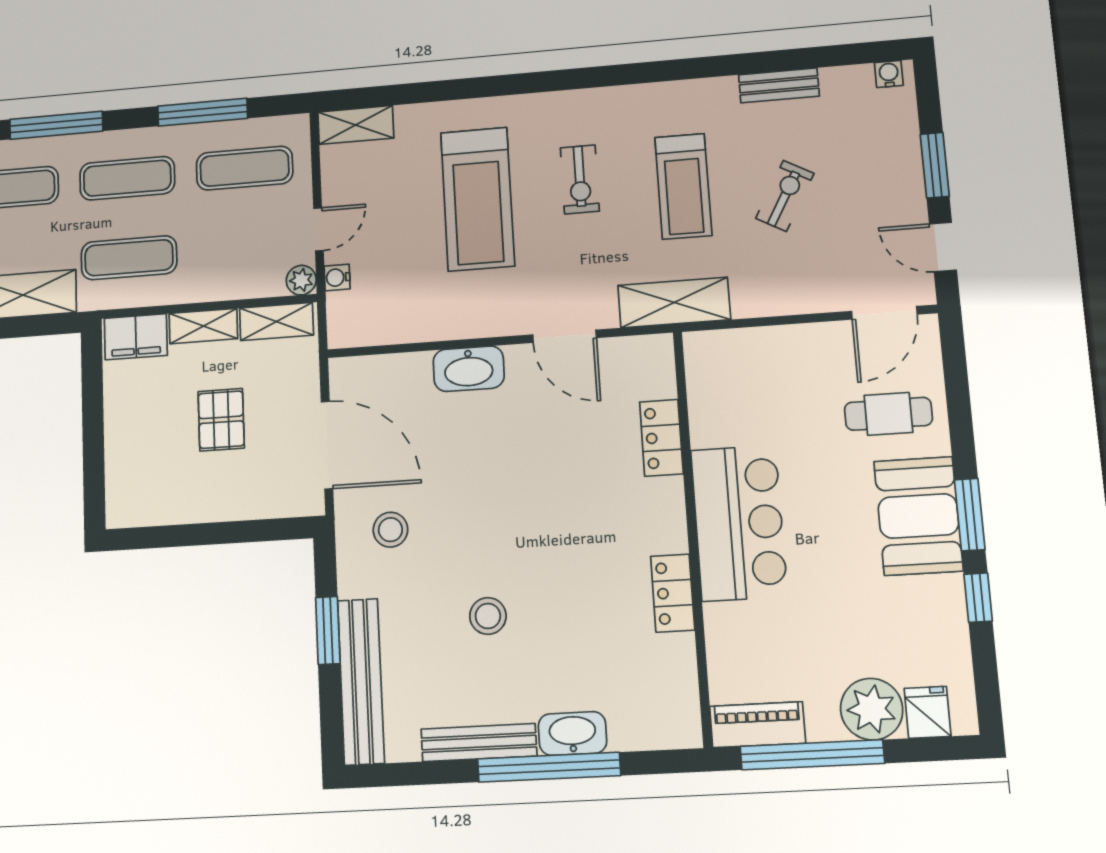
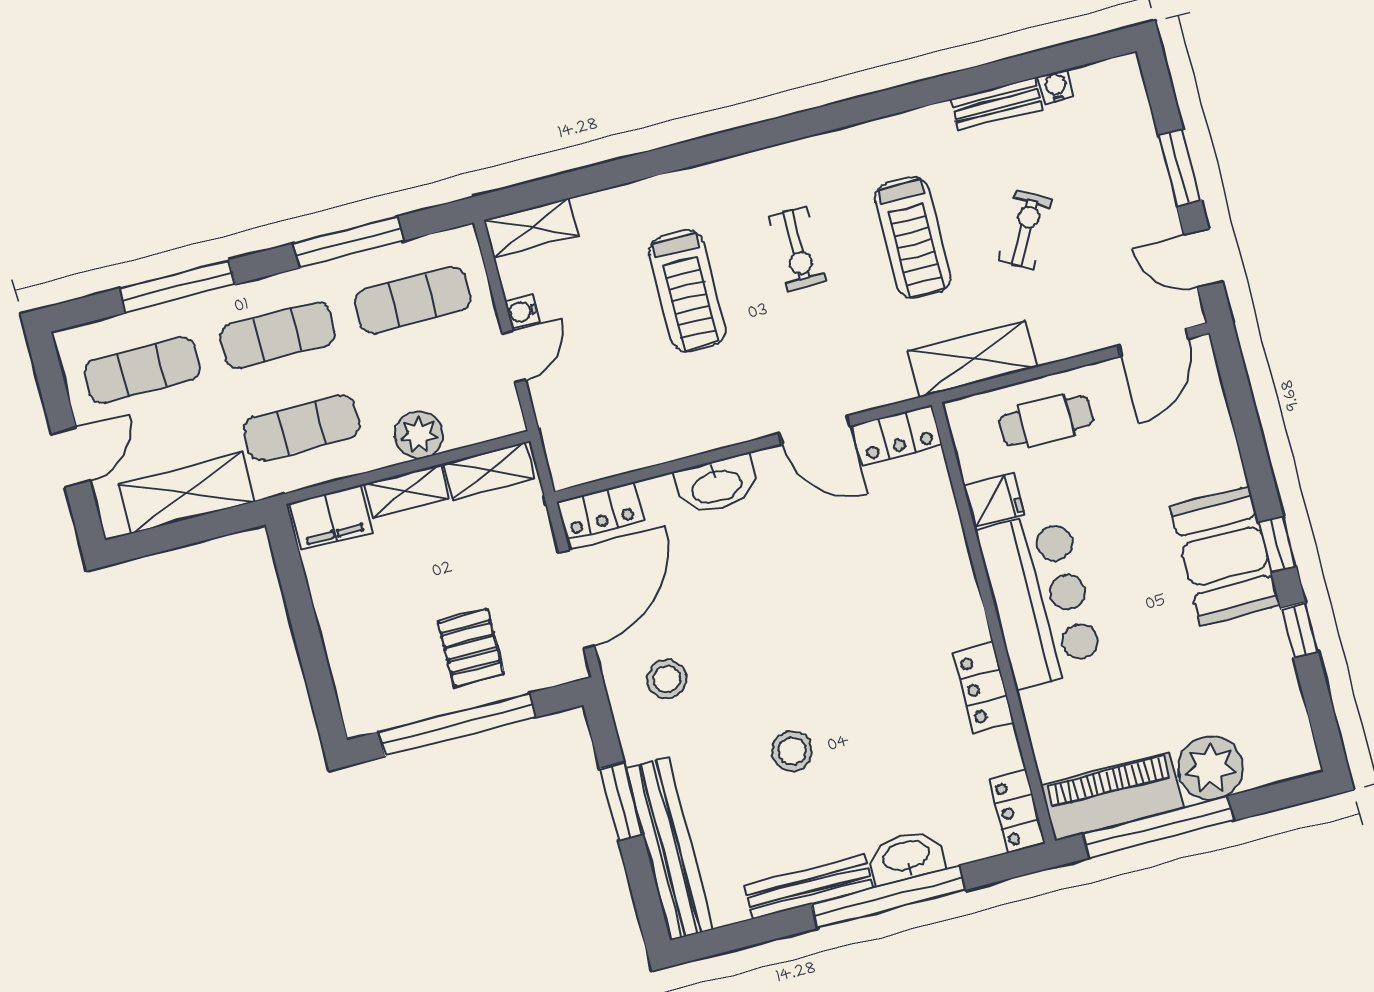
water cooler: (889, 74) -> (1056, 87), moved
treadmill: (478, 199) -> (687, 291), width x0.73, depth x0.73
water cooler: (337, 277) -> (522, 311), moved
plant: (301, 280) -> (419, 435), moved, width x1.38, depth x1.38
shelving: (674, 302) -> (973, 359), moved
locker: (363, 373) -> (600, 511), added
cafe table: (888, 414) -> (1046, 420), moved
pallet: (221, 420) -> (471, 648), moved
locker: (661, 438) -> (897, 435), moved, turned -90
door: (327, 445) -> (577, 599), hinge flipped
window: (970, 515) -> (1277, 544), width x0.67
window: (201, 534) -> (457, 725), added
fridge: (928, 712) -> (994, 500), moved, turned 90
locker: (683, 713) -> (1017, 811), added
piano: (758, 725) -> (1112, 796), width x1.37, depth x1.33

